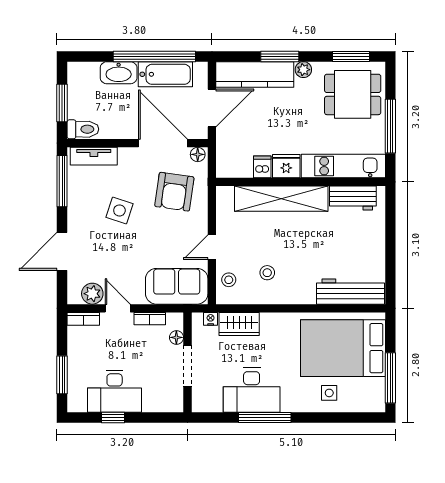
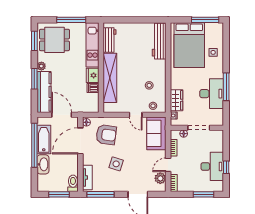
dining table: (353, 94) -> (54, 40), turned 90

